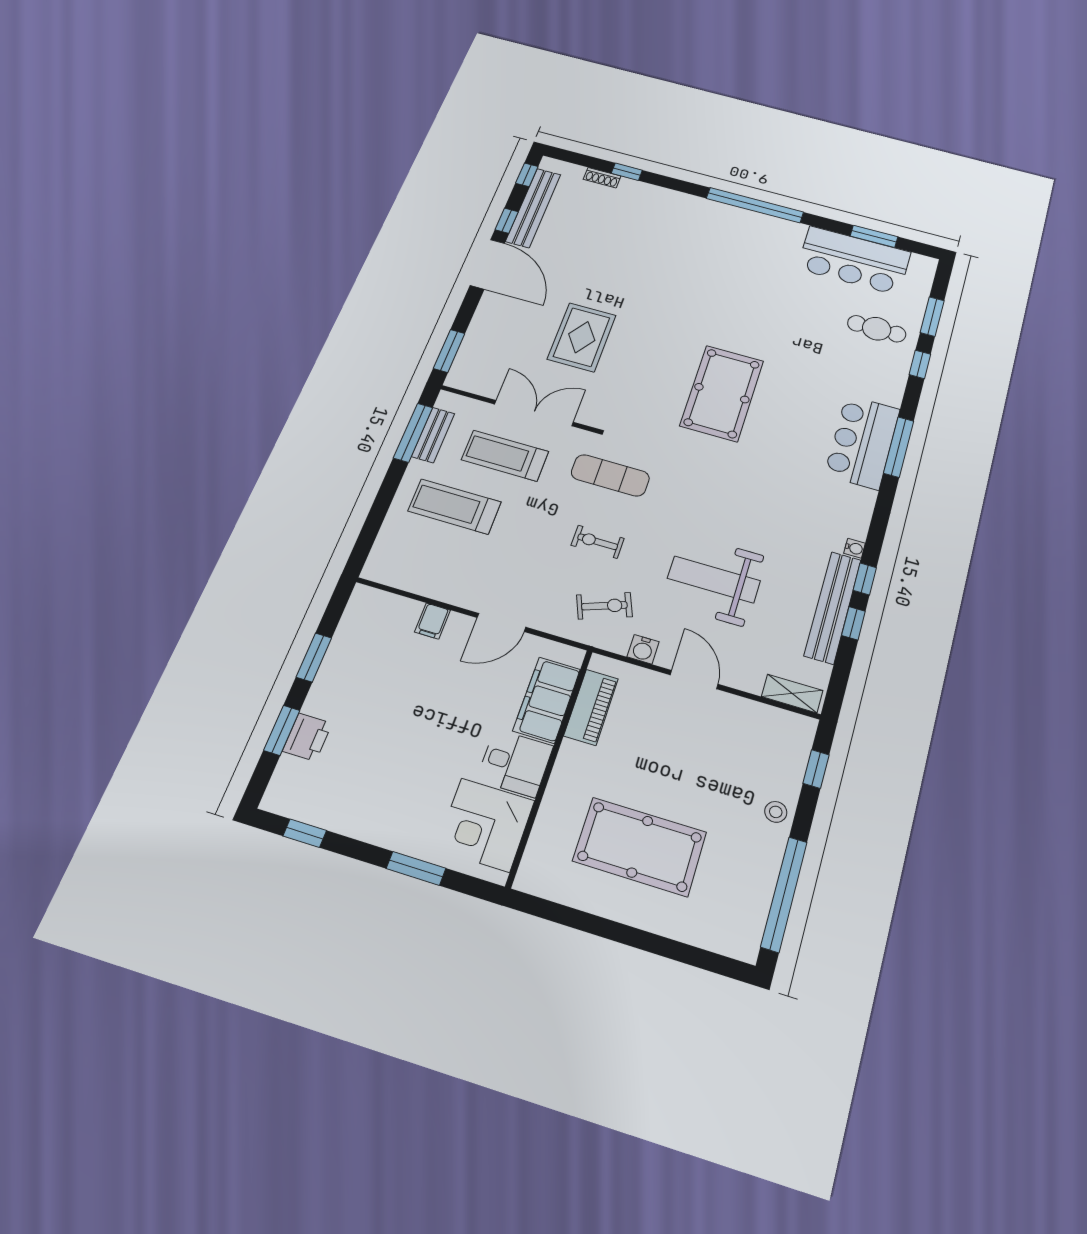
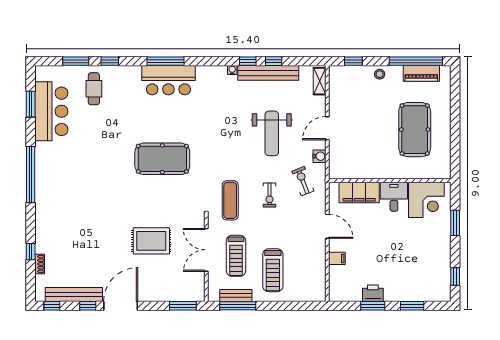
piano: (591, 707) -> (421, 73), moved, turned 180
printer: (307, 737) -> (373, 293), moved

